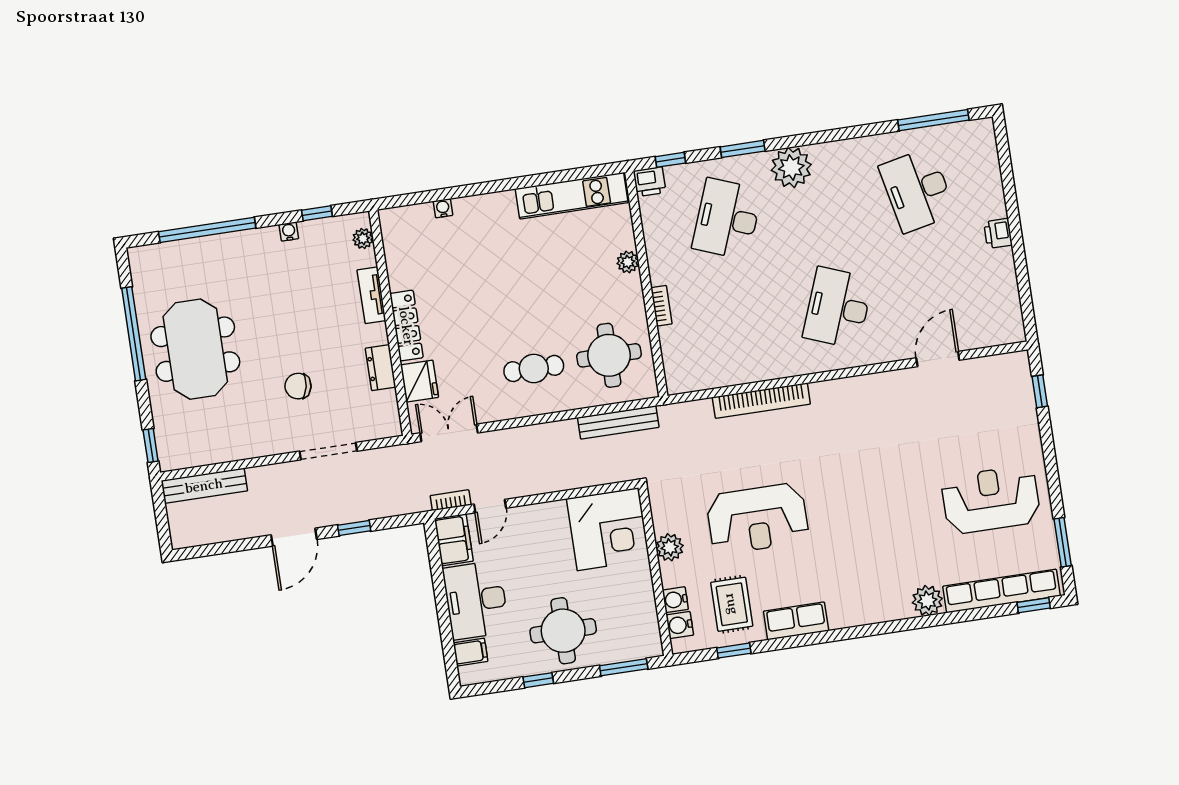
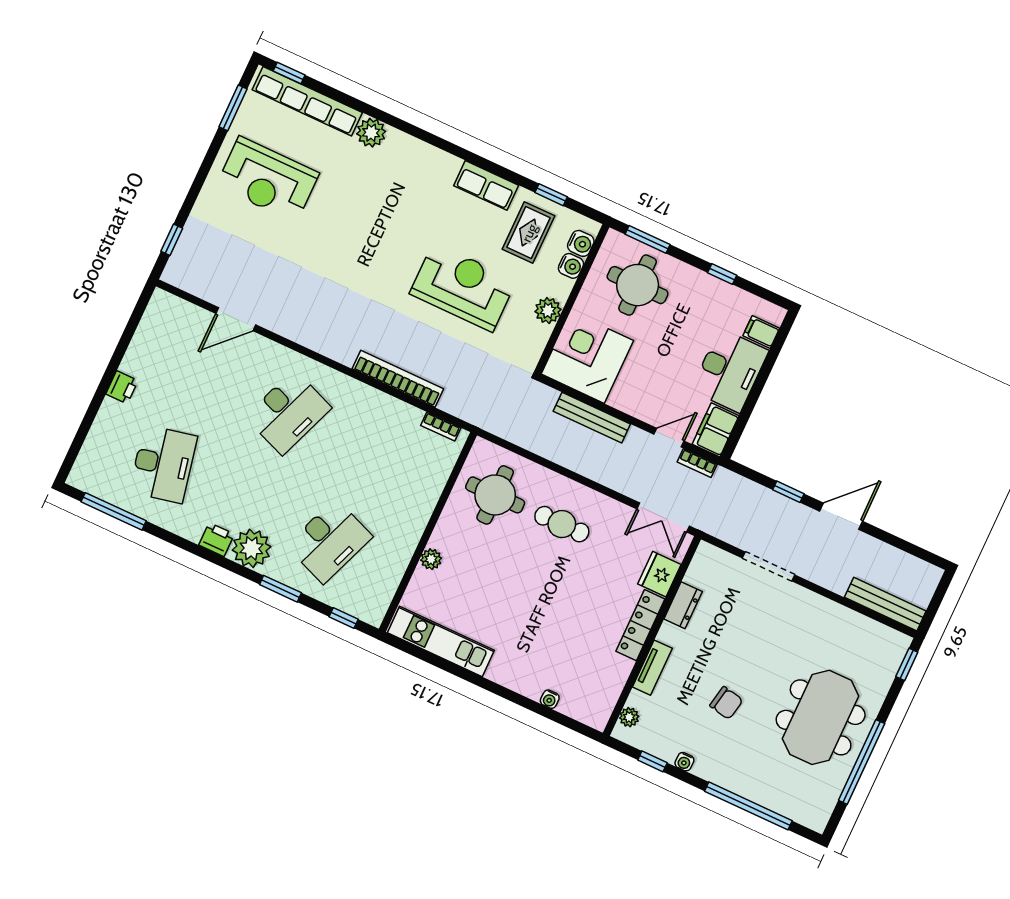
printer: (650, 182) -> (217, 540), moved
bookcase: (661, 306) -> (441, 427), moved, turned -90
chair: (298, 386) -> (726, 703), moved
bench: (618, 422) -> (592, 418), moved
round table: (563, 631) -> (638, 285), moved

